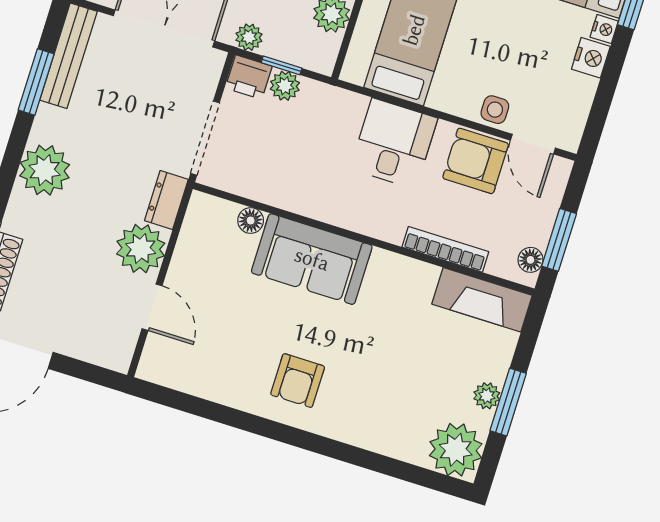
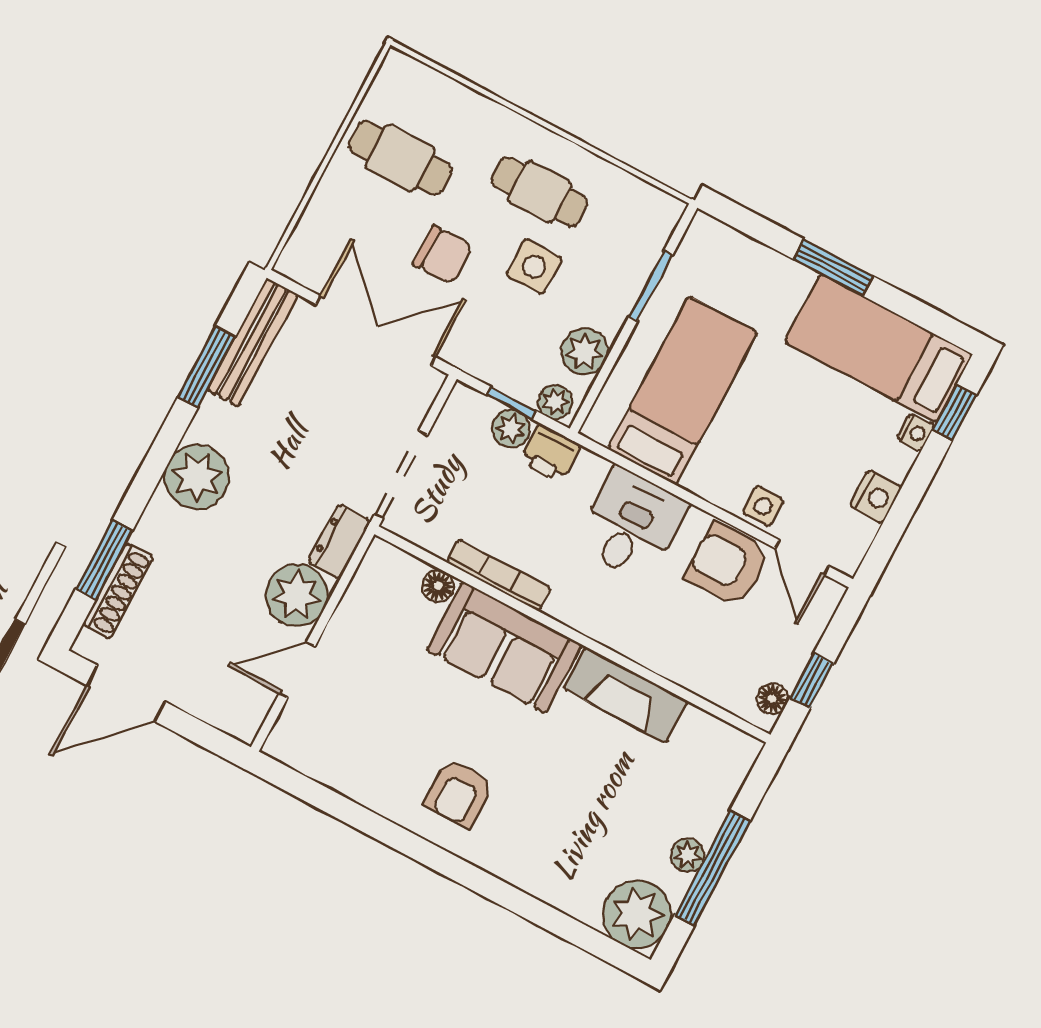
plant: (249, 37) -> (555, 402), moved
nightstand: (591, 58) -> (876, 497), moved
printer: (249, 77) -> (550, 453), moved
window: (559, 240) -> (812, 681), width x0.67
bookcase: (445, 249) -> (499, 575), moved
fireplace: (482, 300) -> (626, 695), moved
door: (152, 307) -> (297, 670), swing flipped
window: (508, 402) -> (712, 868), width x1.44

